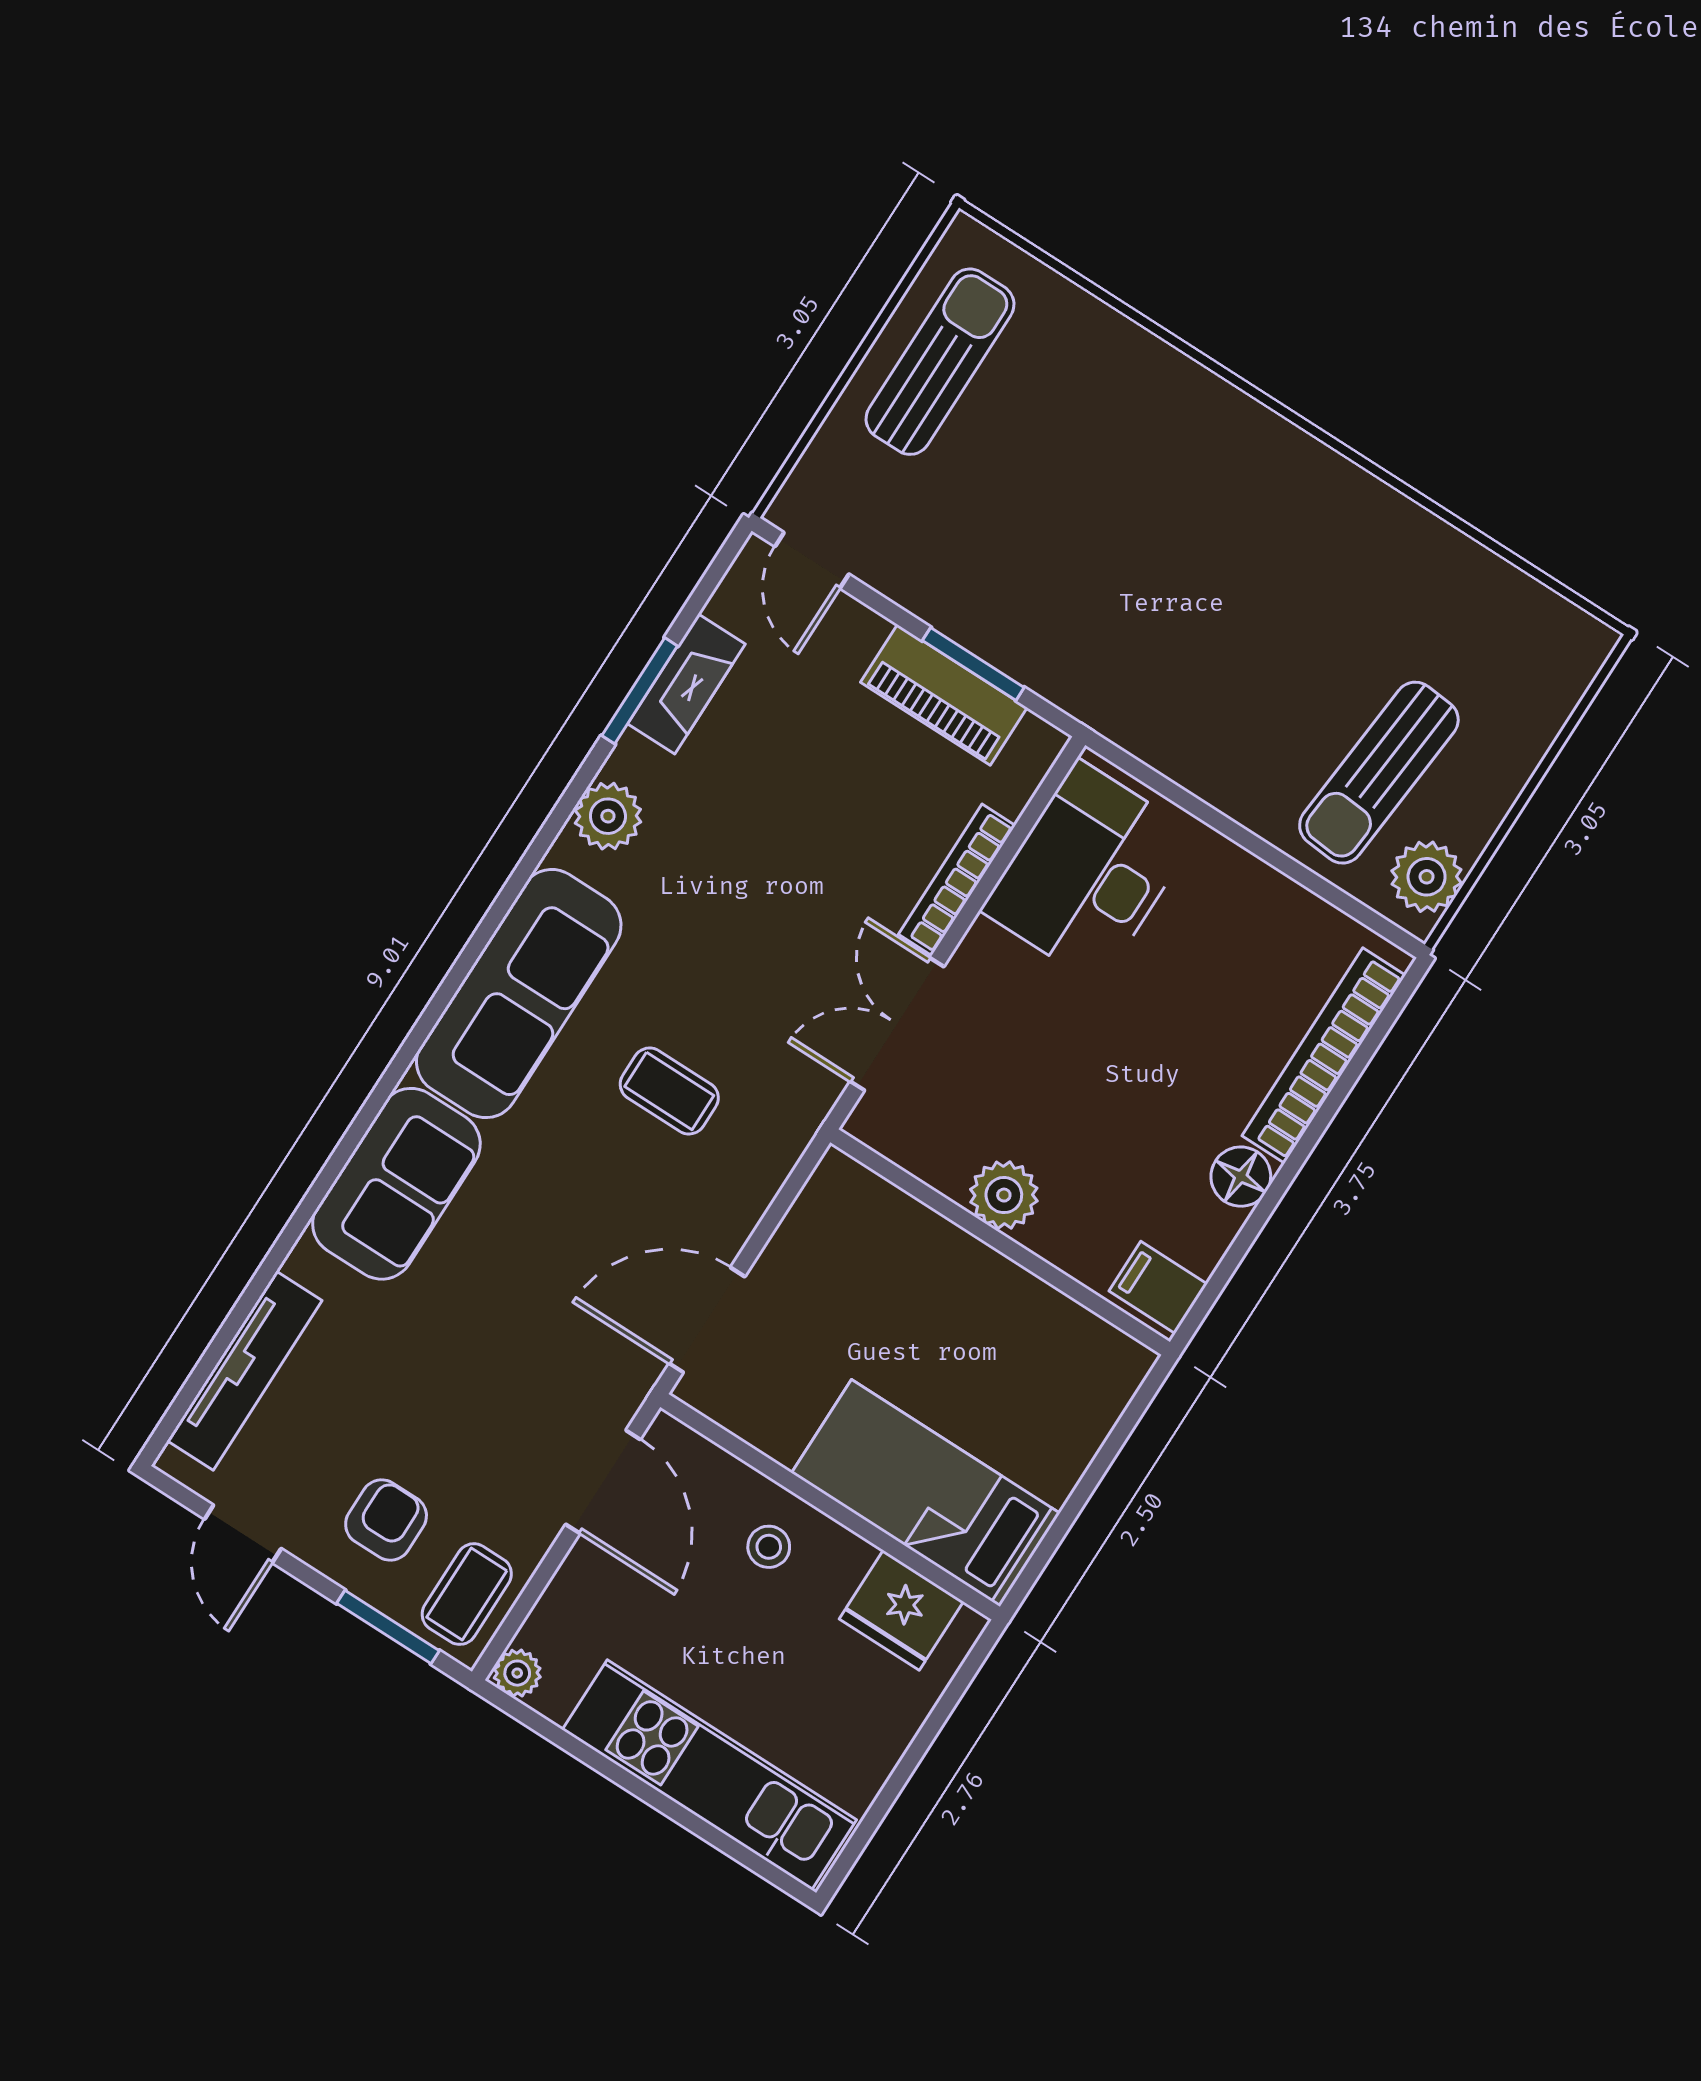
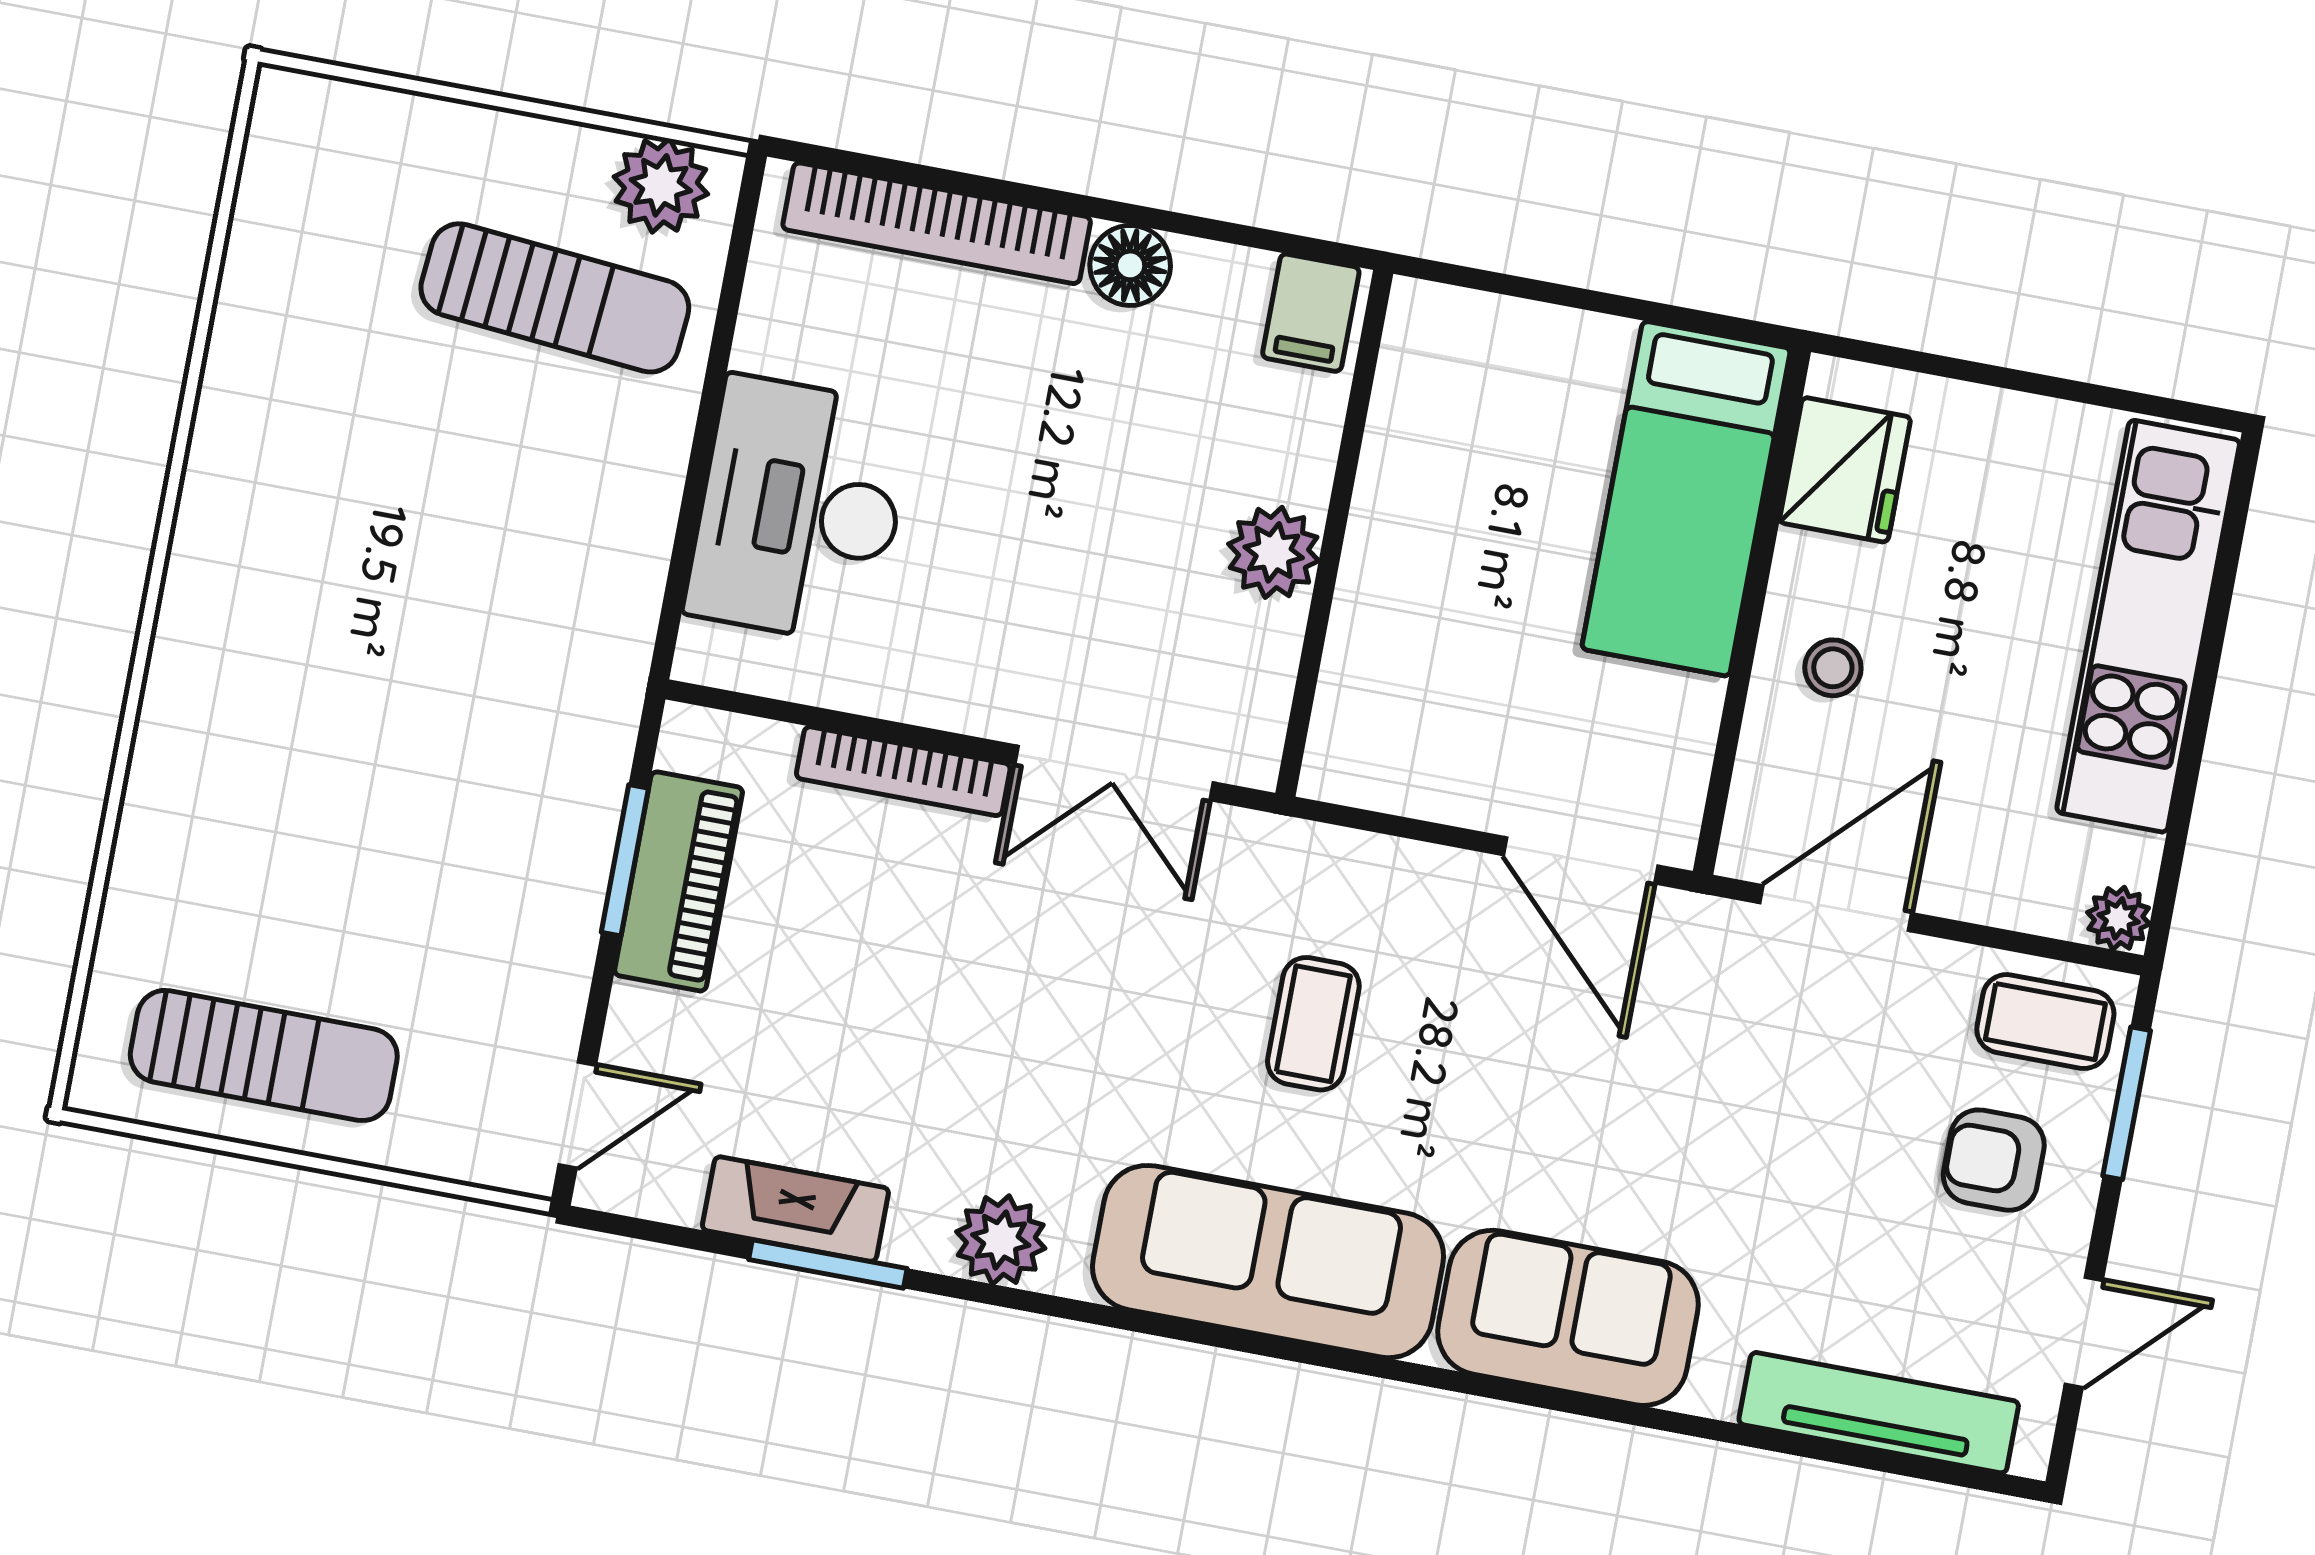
sun lounger: (940, 362) -> (264, 1055), turned 180
desk: (1089, 872) -> (799, 510), moved, turned 90

